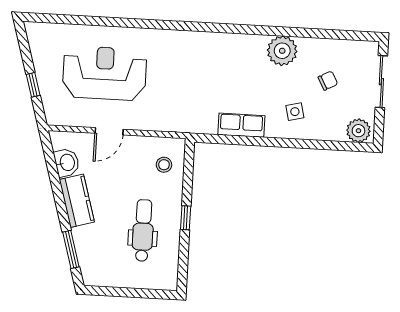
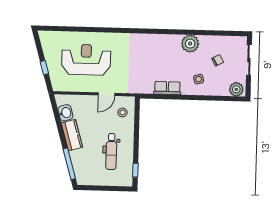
door: (109, 131) -> (106, 94), moved
window: (186, 218) -> (135, 170), moved
dental chair: (143, 230) -> (111, 151), turned 180
window: (71, 249) -> (69, 164), width x1.44

